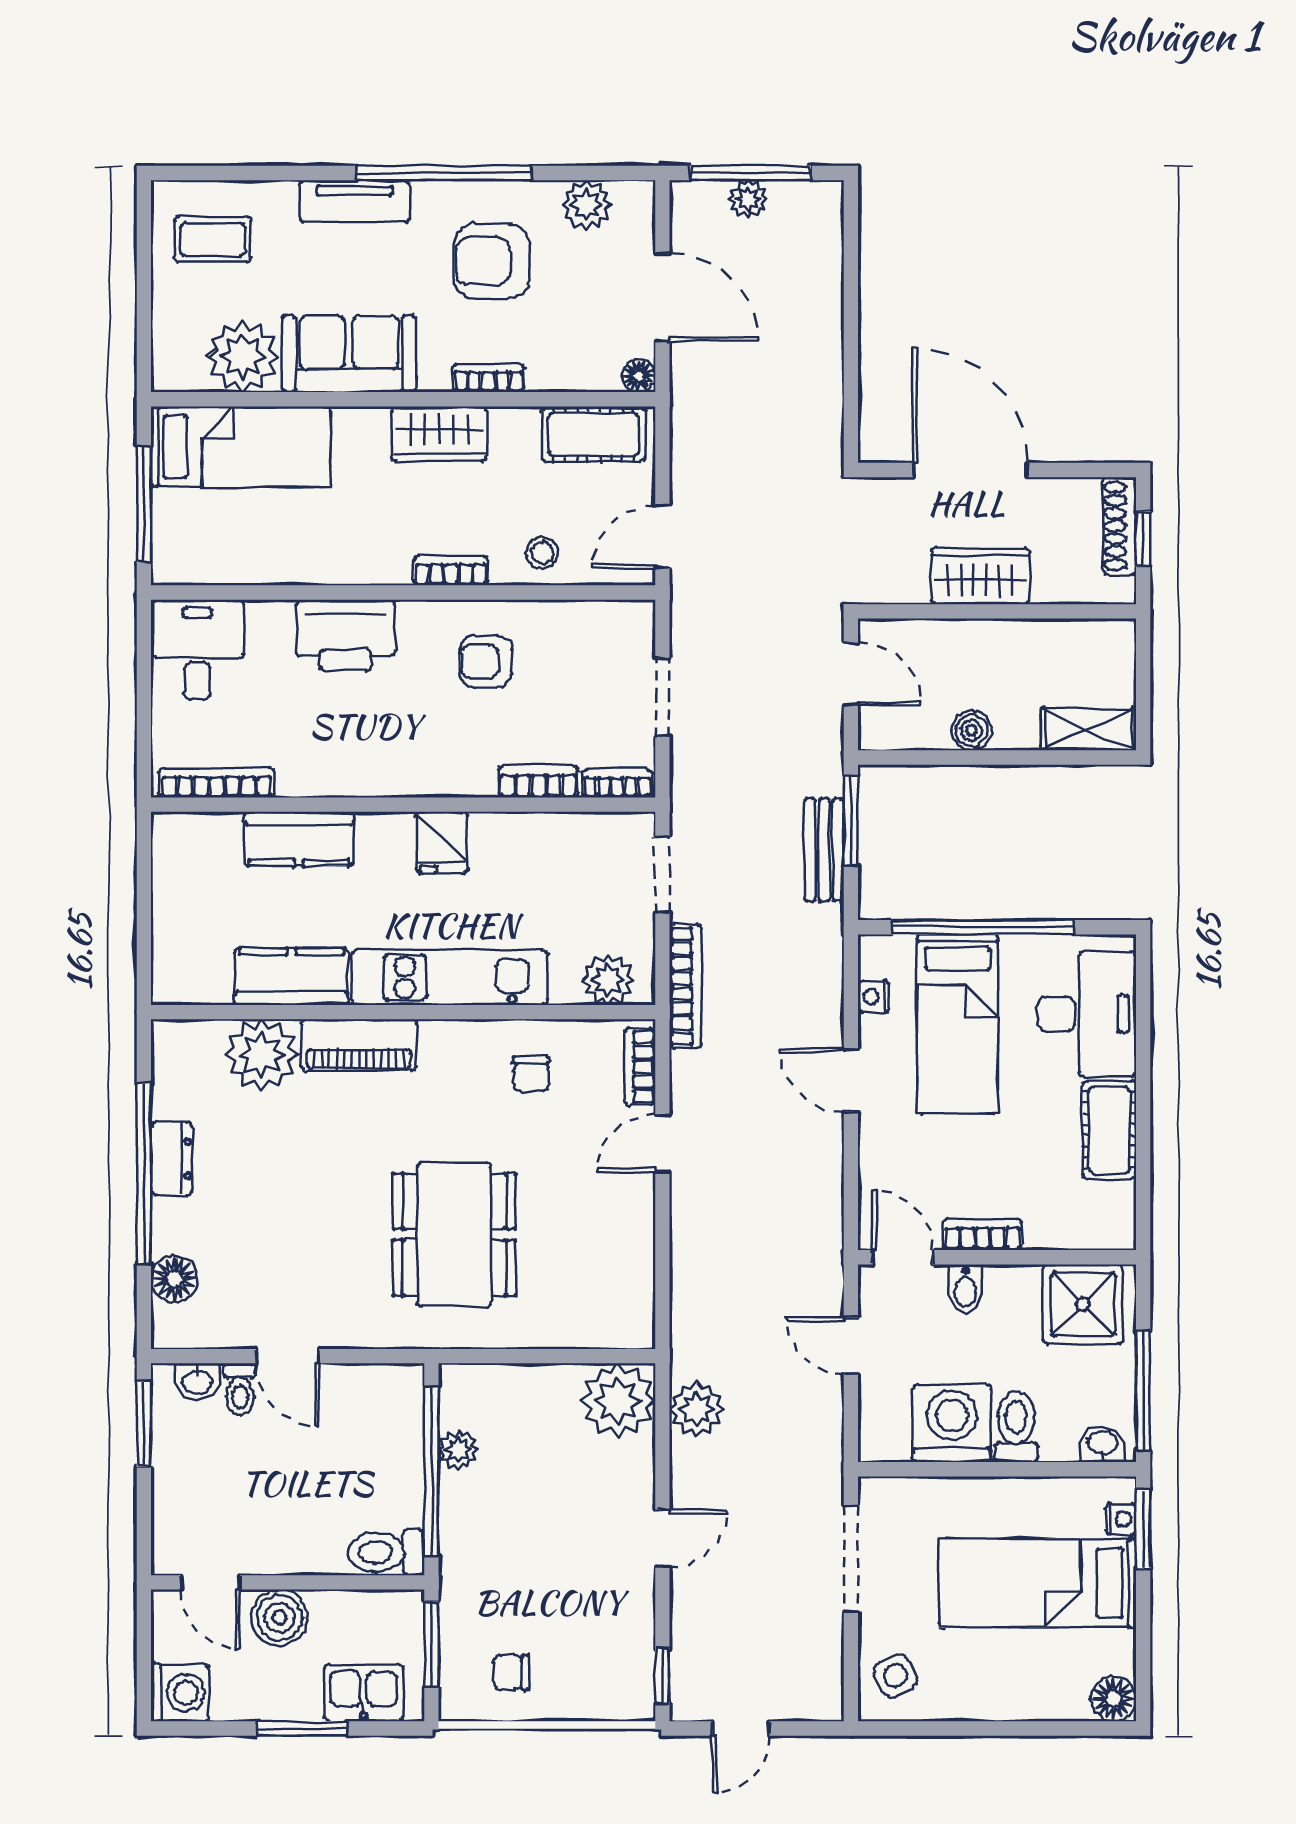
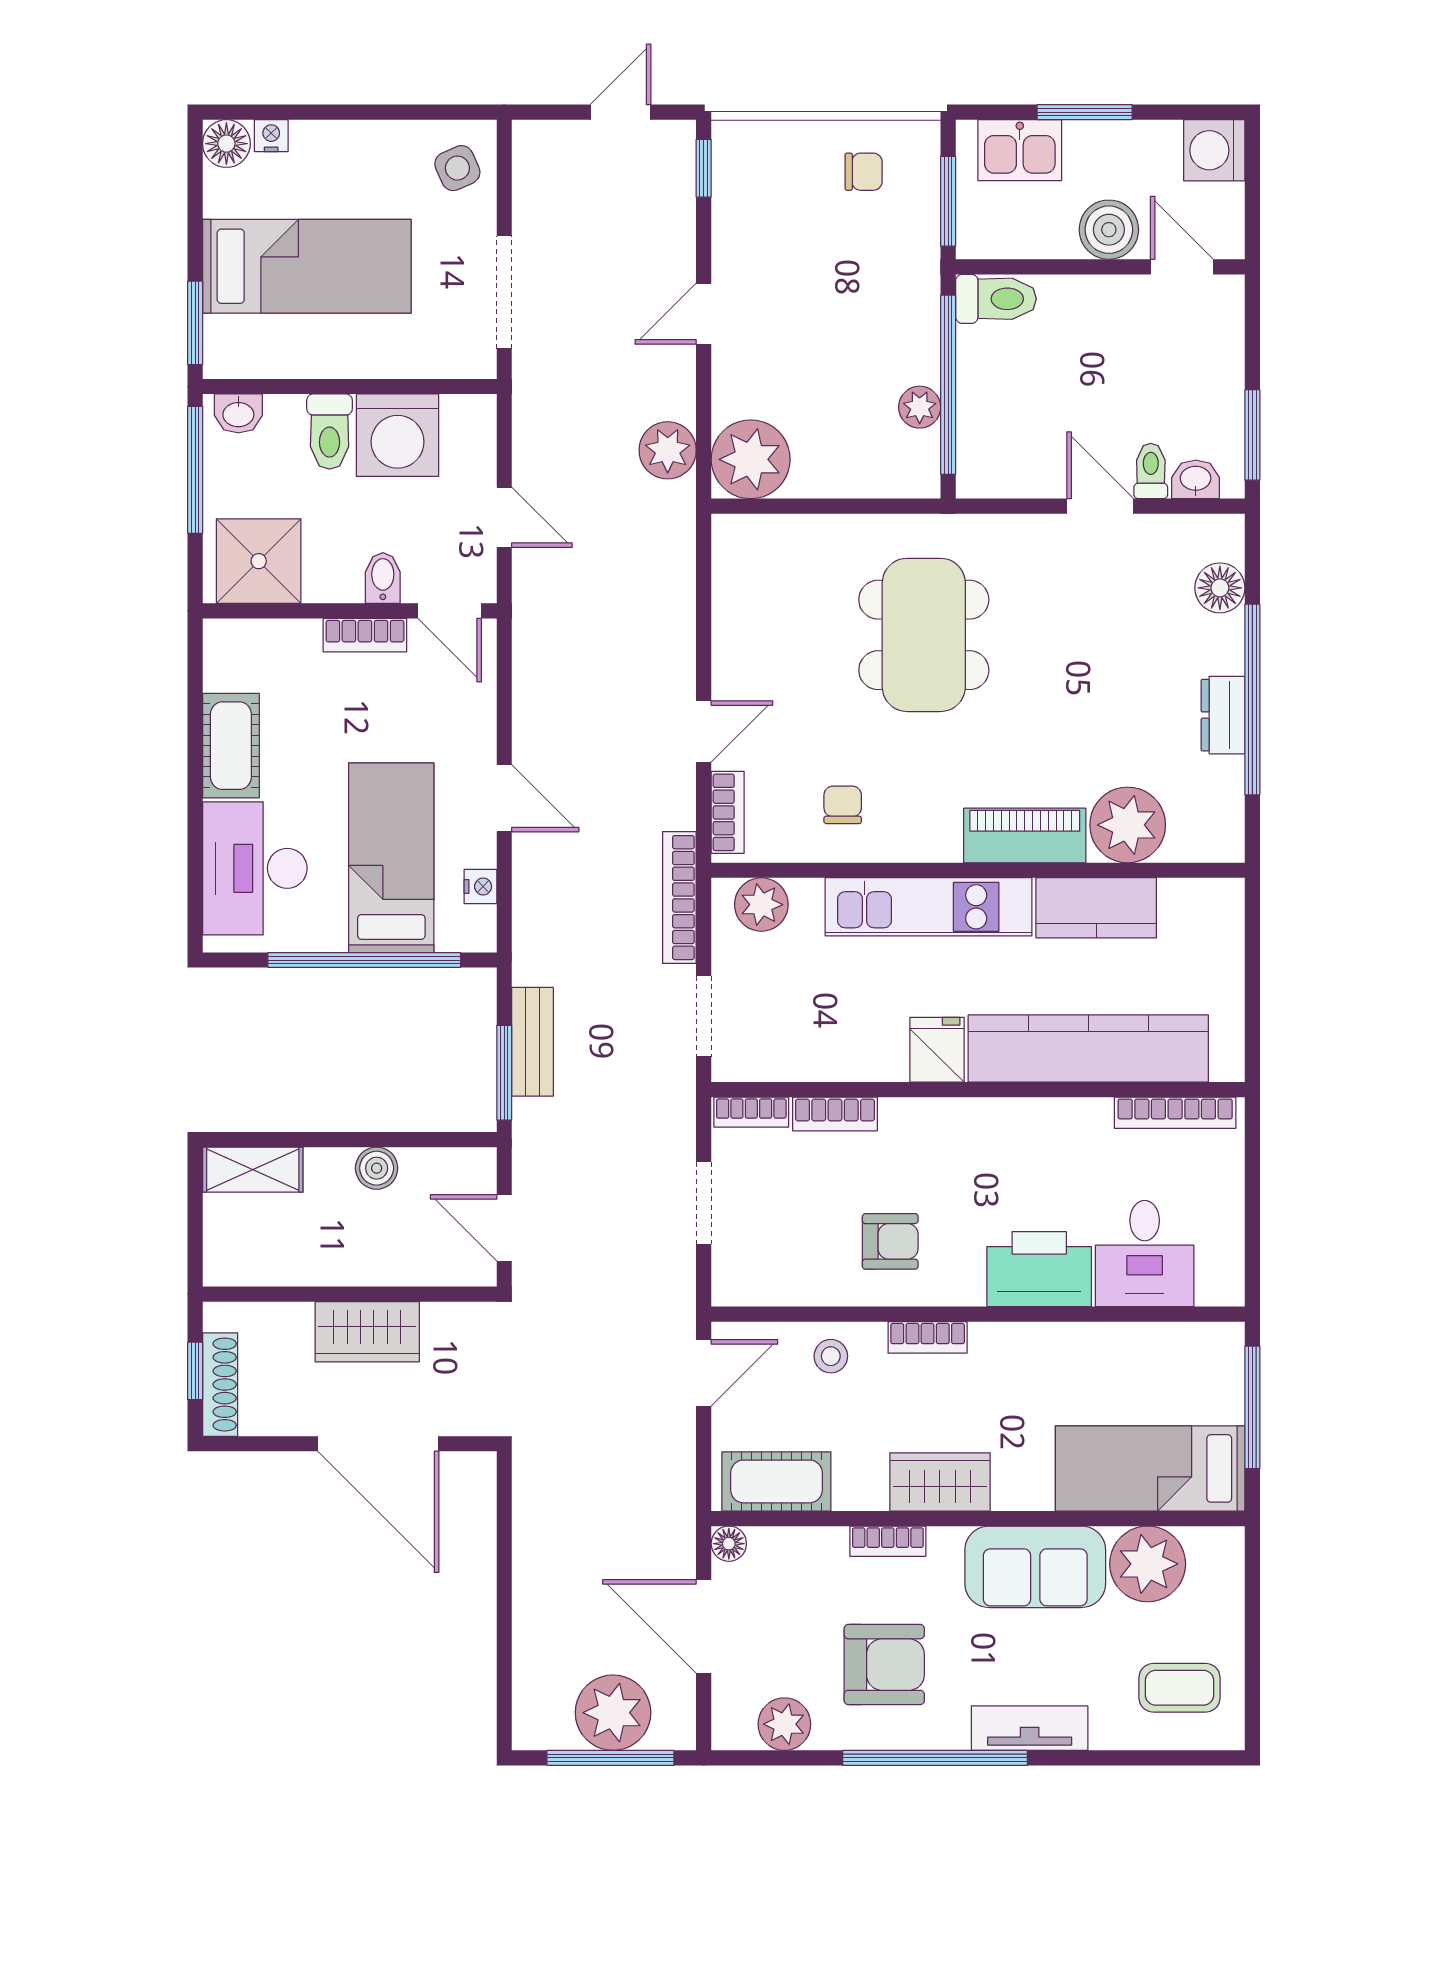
plant: (748, 199) -> (613, 1713), width x1.88, depth x1.88
desk: (197, 650) -> (1145, 1254), moved
kitchen counter: (299, 839) -> (1088, 1049), width x2.08, depth x1.17
nightstand: (1121, 1519) -> (271, 136), moved, turned 90

